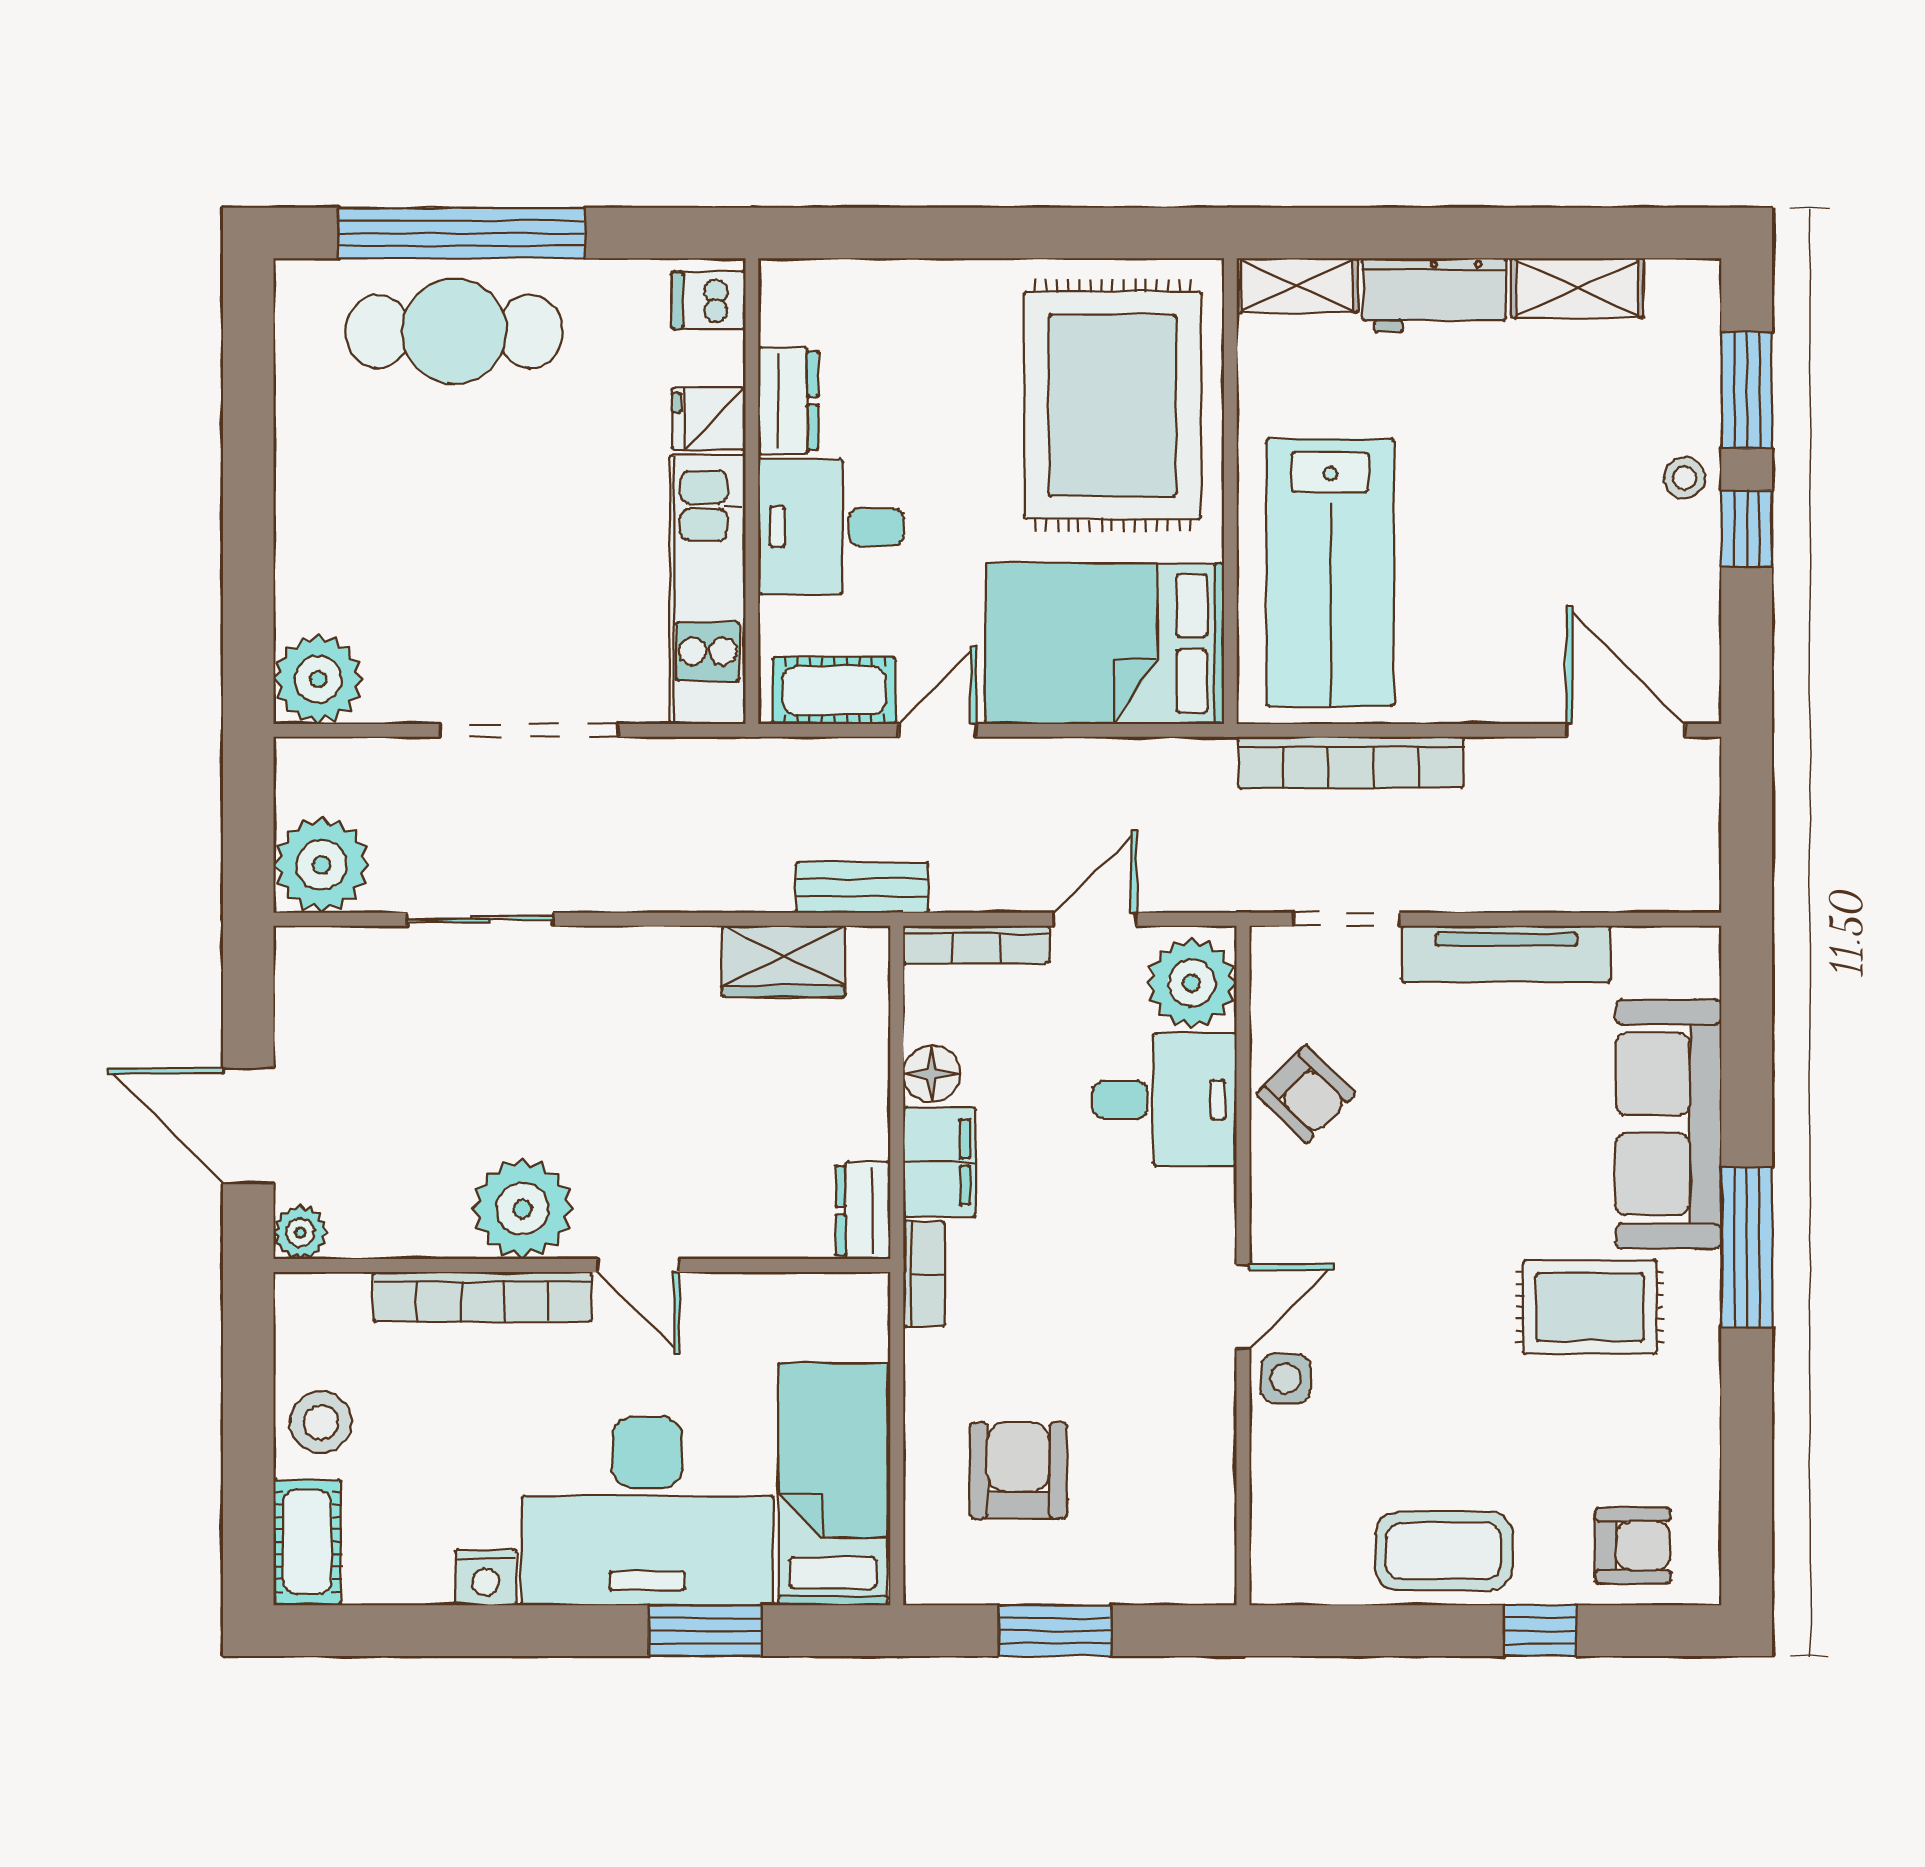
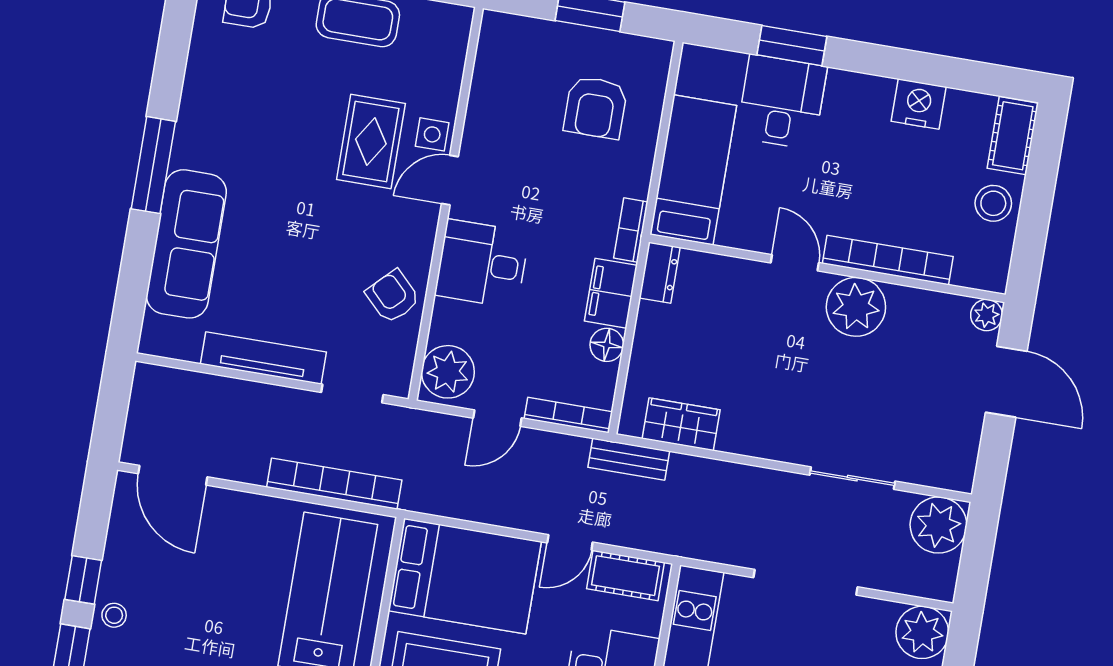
desk: (1165, 1100) -> (482, 264), moved
rug: (1590, 1307) -> (371, 142), moved, turned 90
bed: (833, 1484) -> (693, 170), moved, turned 180
desk: (647, 1511) -> (782, 102), width x0.53, depth x0.77
nightstand: (486, 1578) -> (919, 104), width x1.36, depth x1.33

